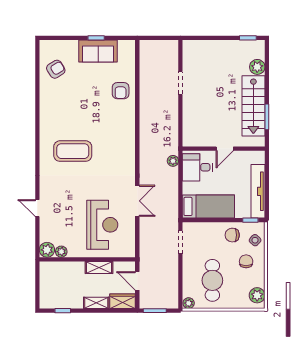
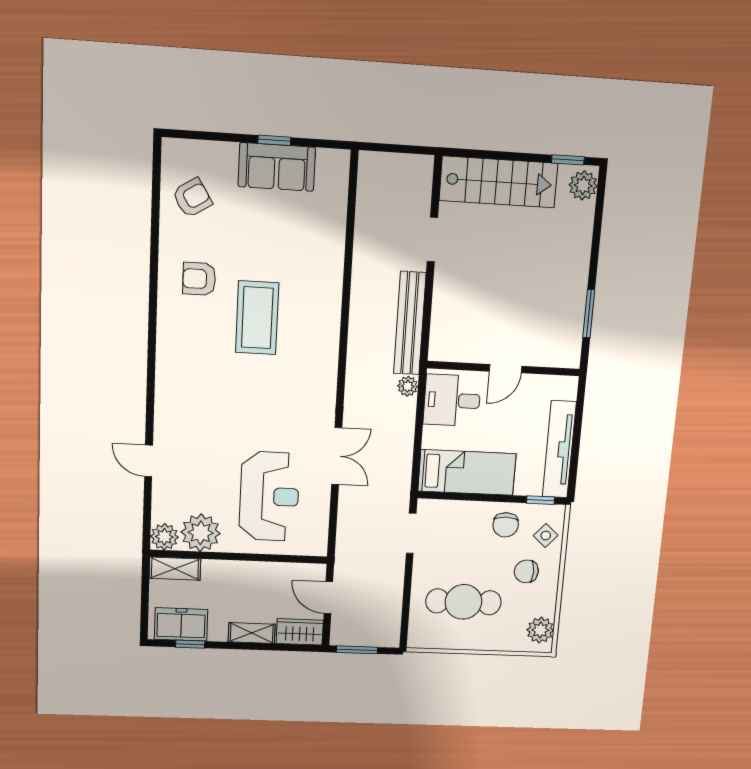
plant: (257, 67) -> (583, 185), moved
armchair: (121, 91) -> (199, 279), moved, turned 90
stairs: (253, 106) -> (499, 182), moved, turned -90
bench: (172, 127) -> (410, 323), added
coffee table: (73, 151) -> (257, 318), moved, turned 90
chair: (232, 235) -> (506, 525), turned -90
plant: (61, 252) -> (201, 533), width x1.88, depth x1.88
chair: (246, 261) -> (526, 571), turned -90
shelving: (99, 268) -> (175, 569), moved
cafe table: (212, 280) -> (463, 602), turned 90
freezer: (57, 299) -> (181, 624), added
plant: (189, 303) -> (418, 639), removed

